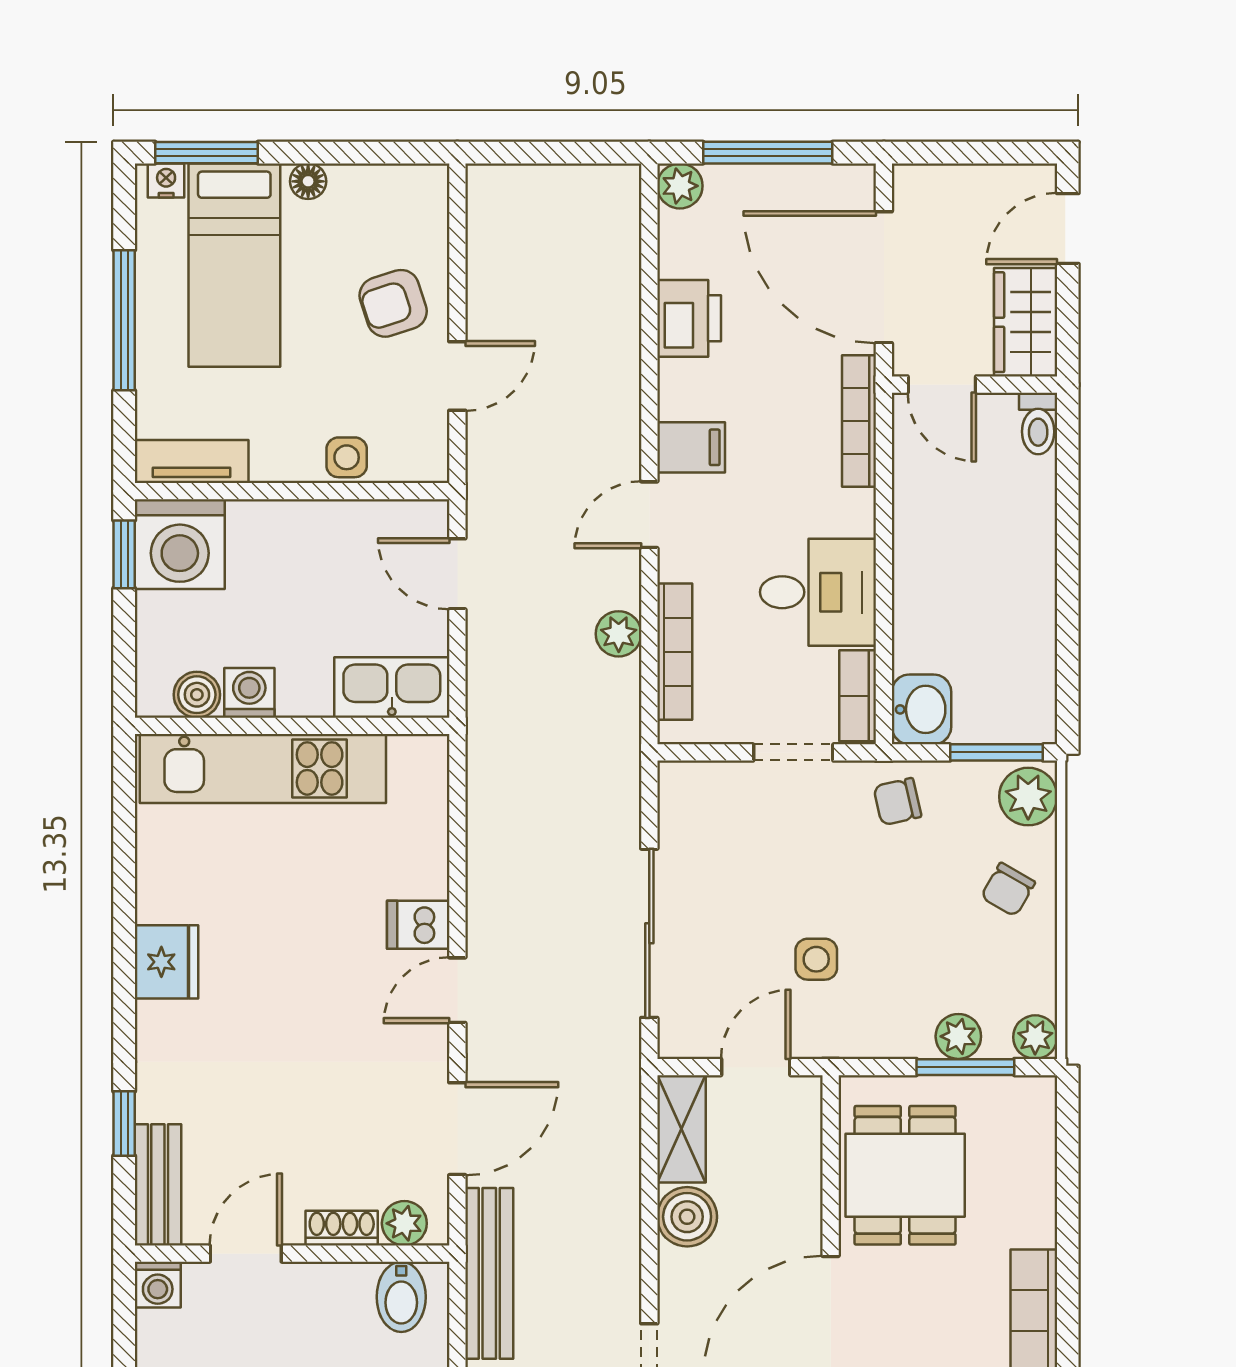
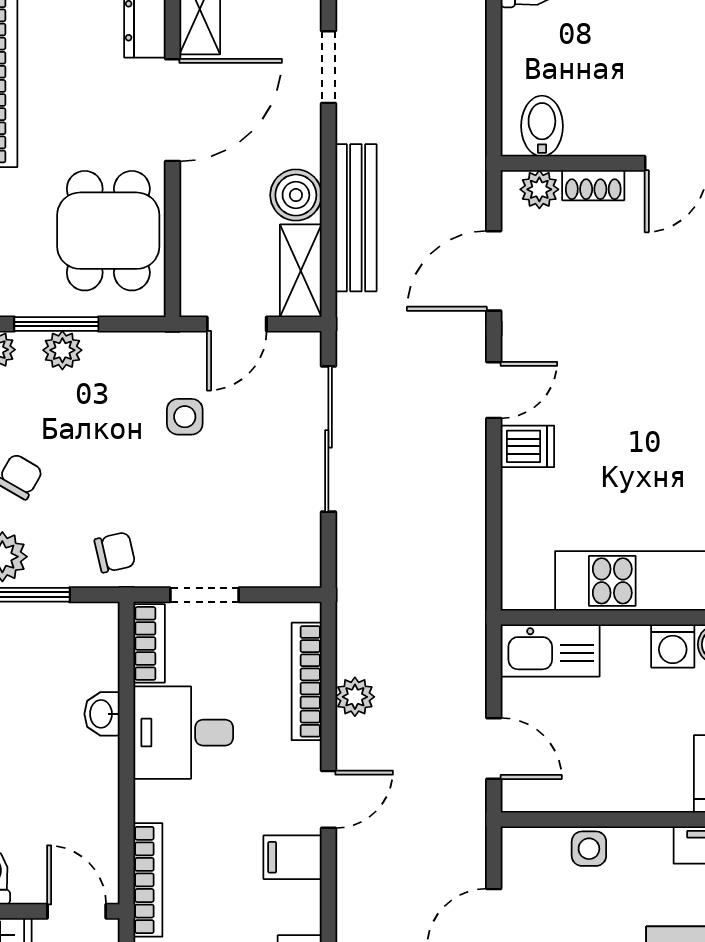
washbasin: (922, 709) -> (102, 714), moved, width x0.72, depth x0.69
bench: (489, 1273) -> (356, 218), moved

